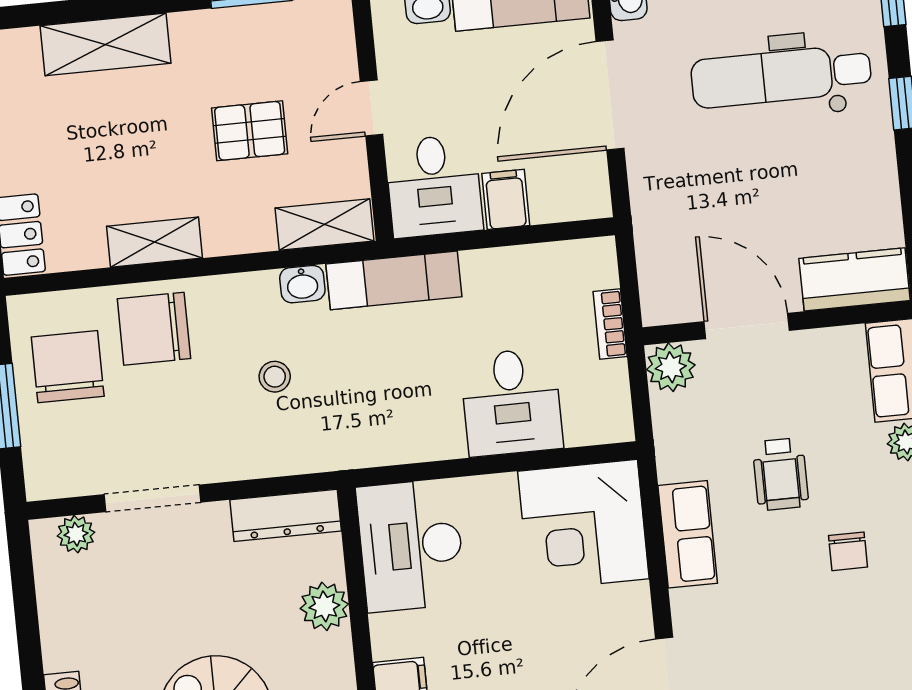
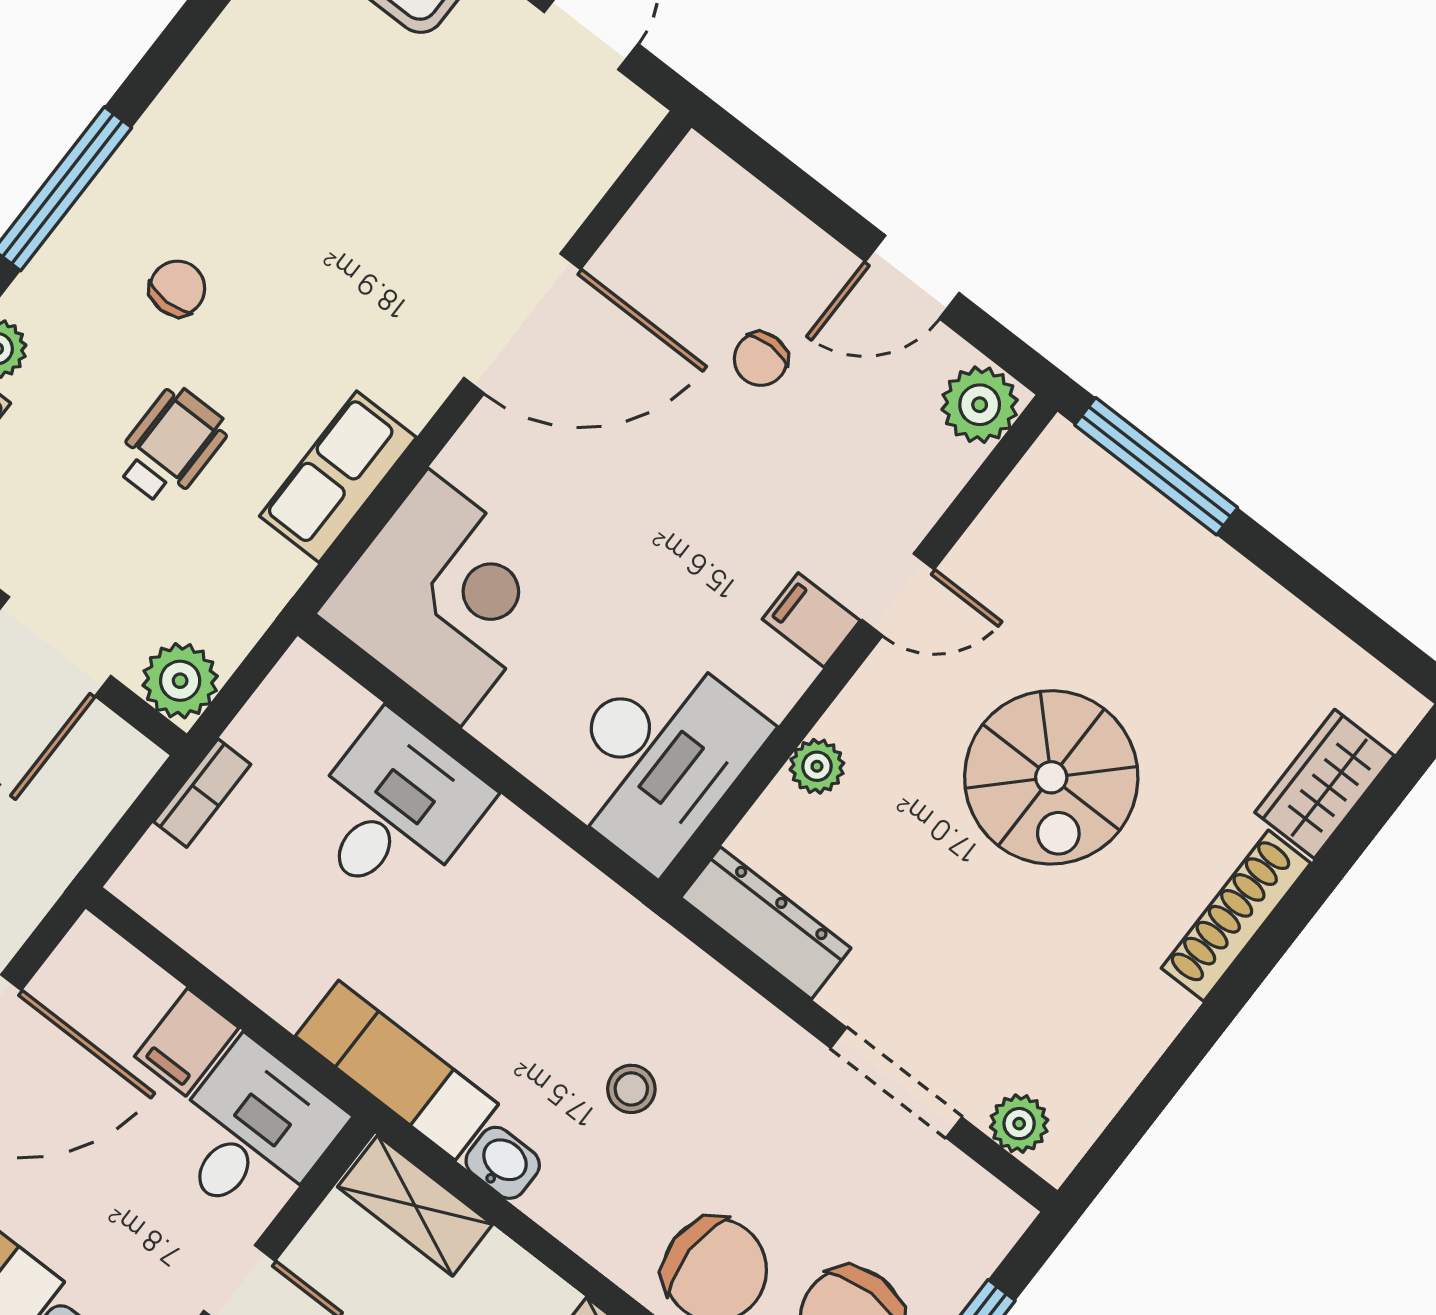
plant: (324, 606) -> (817, 766), width x0.73, depth x0.73

